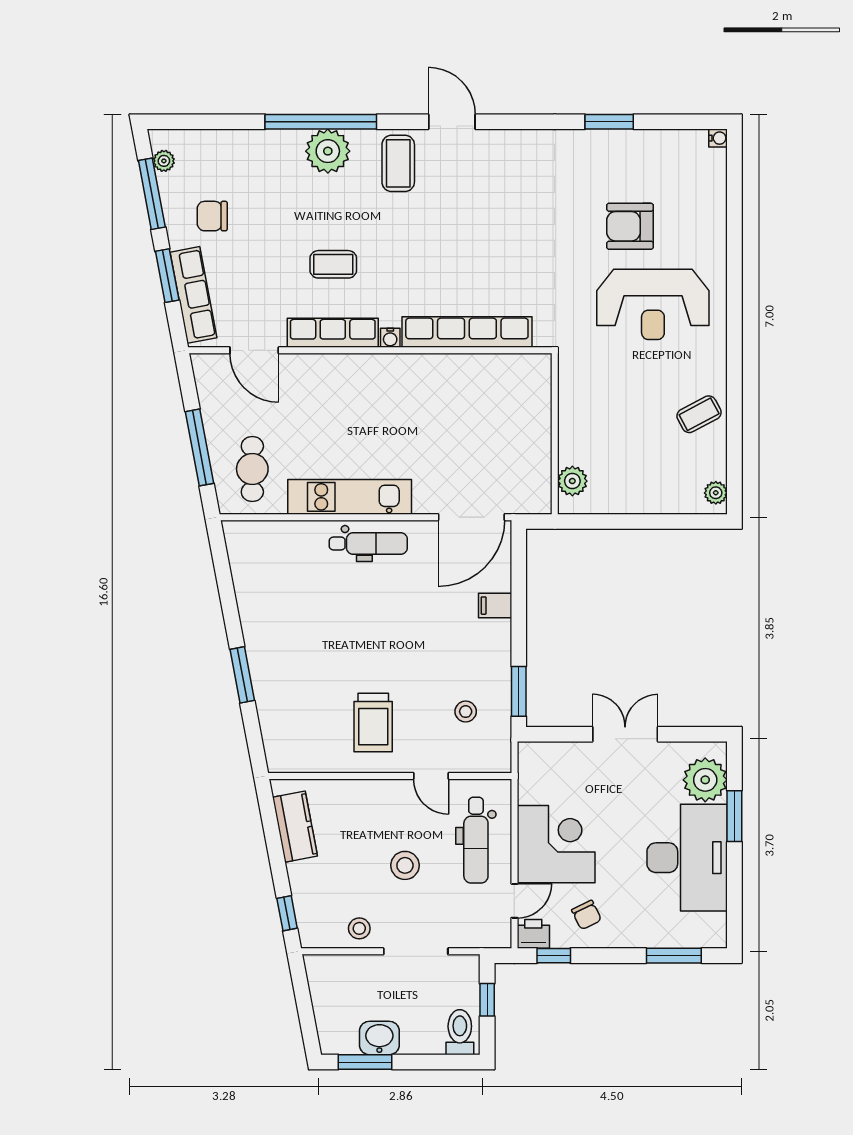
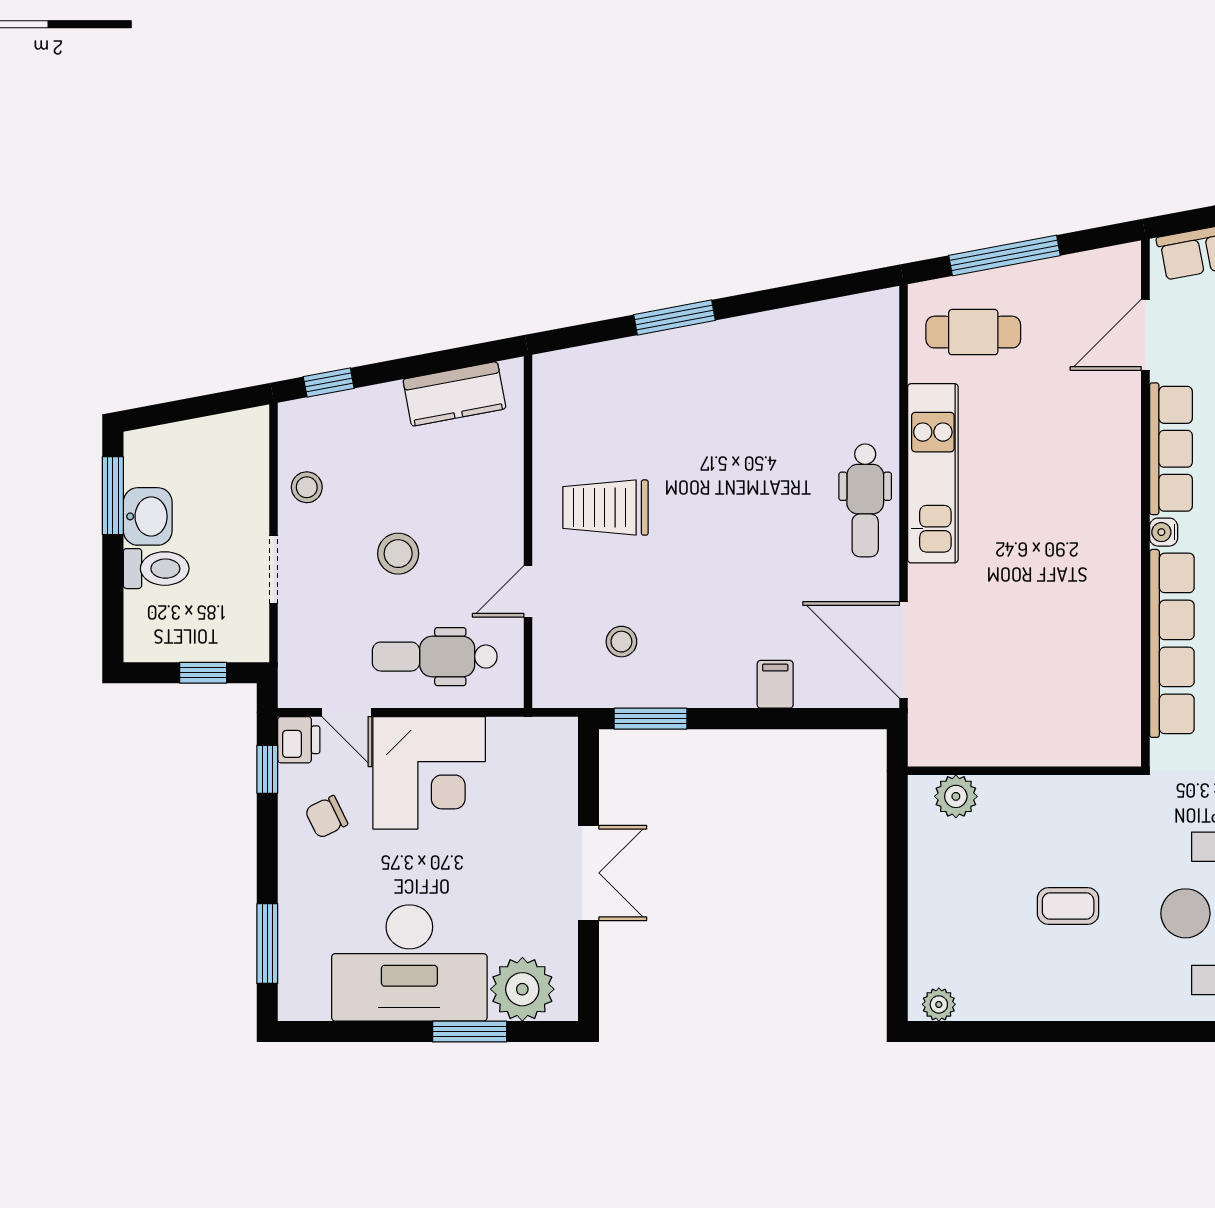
coffee table: (699, 414) -> (1068, 906), moved, turned -62
doorway: (416, 951) -> (273, 569), width x0.73
toilet: (460, 1032) -> (156, 569), moved

